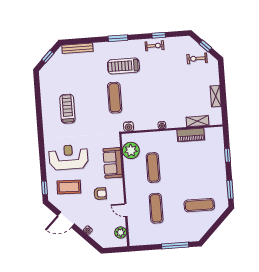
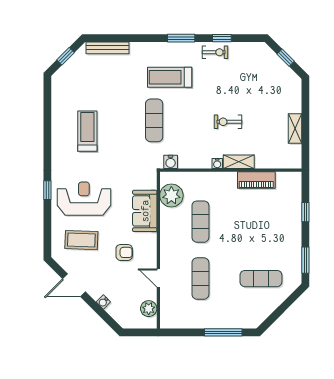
window: (118, 38) -> (181, 38), moved
exercise bike: (197, 58) -> (228, 122), moved
shelving: (198, 121) -> (239, 162), moved
window: (44, 188) -> (47, 190), moved

